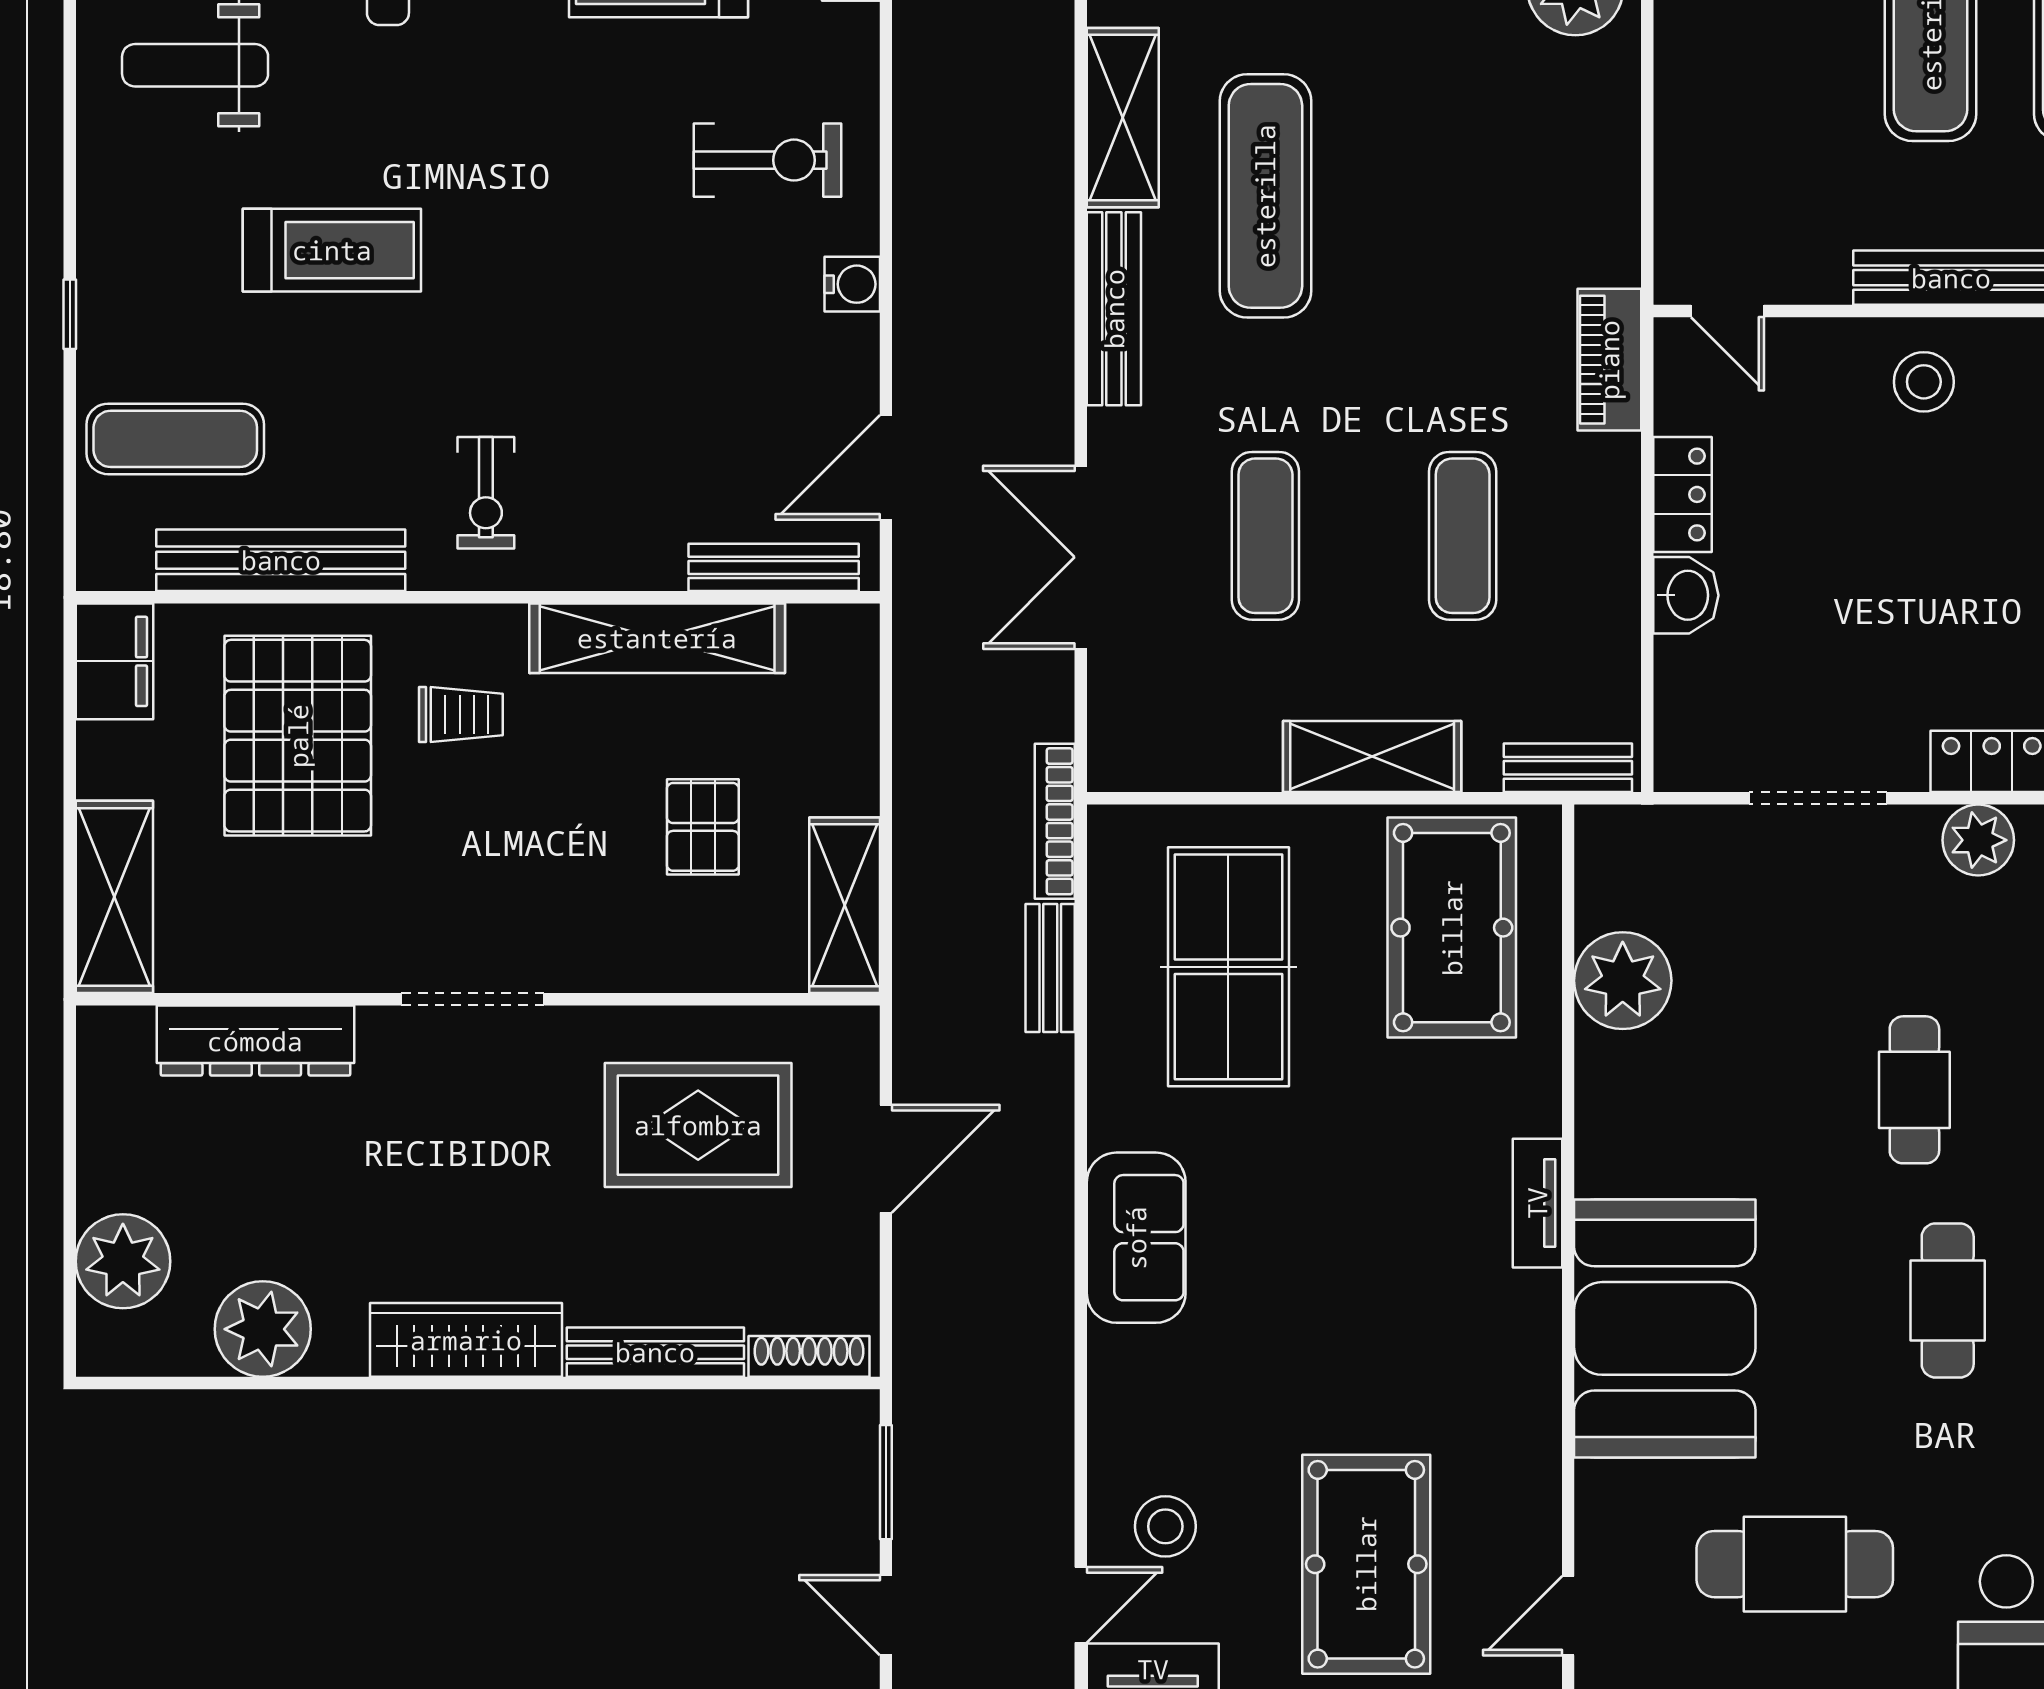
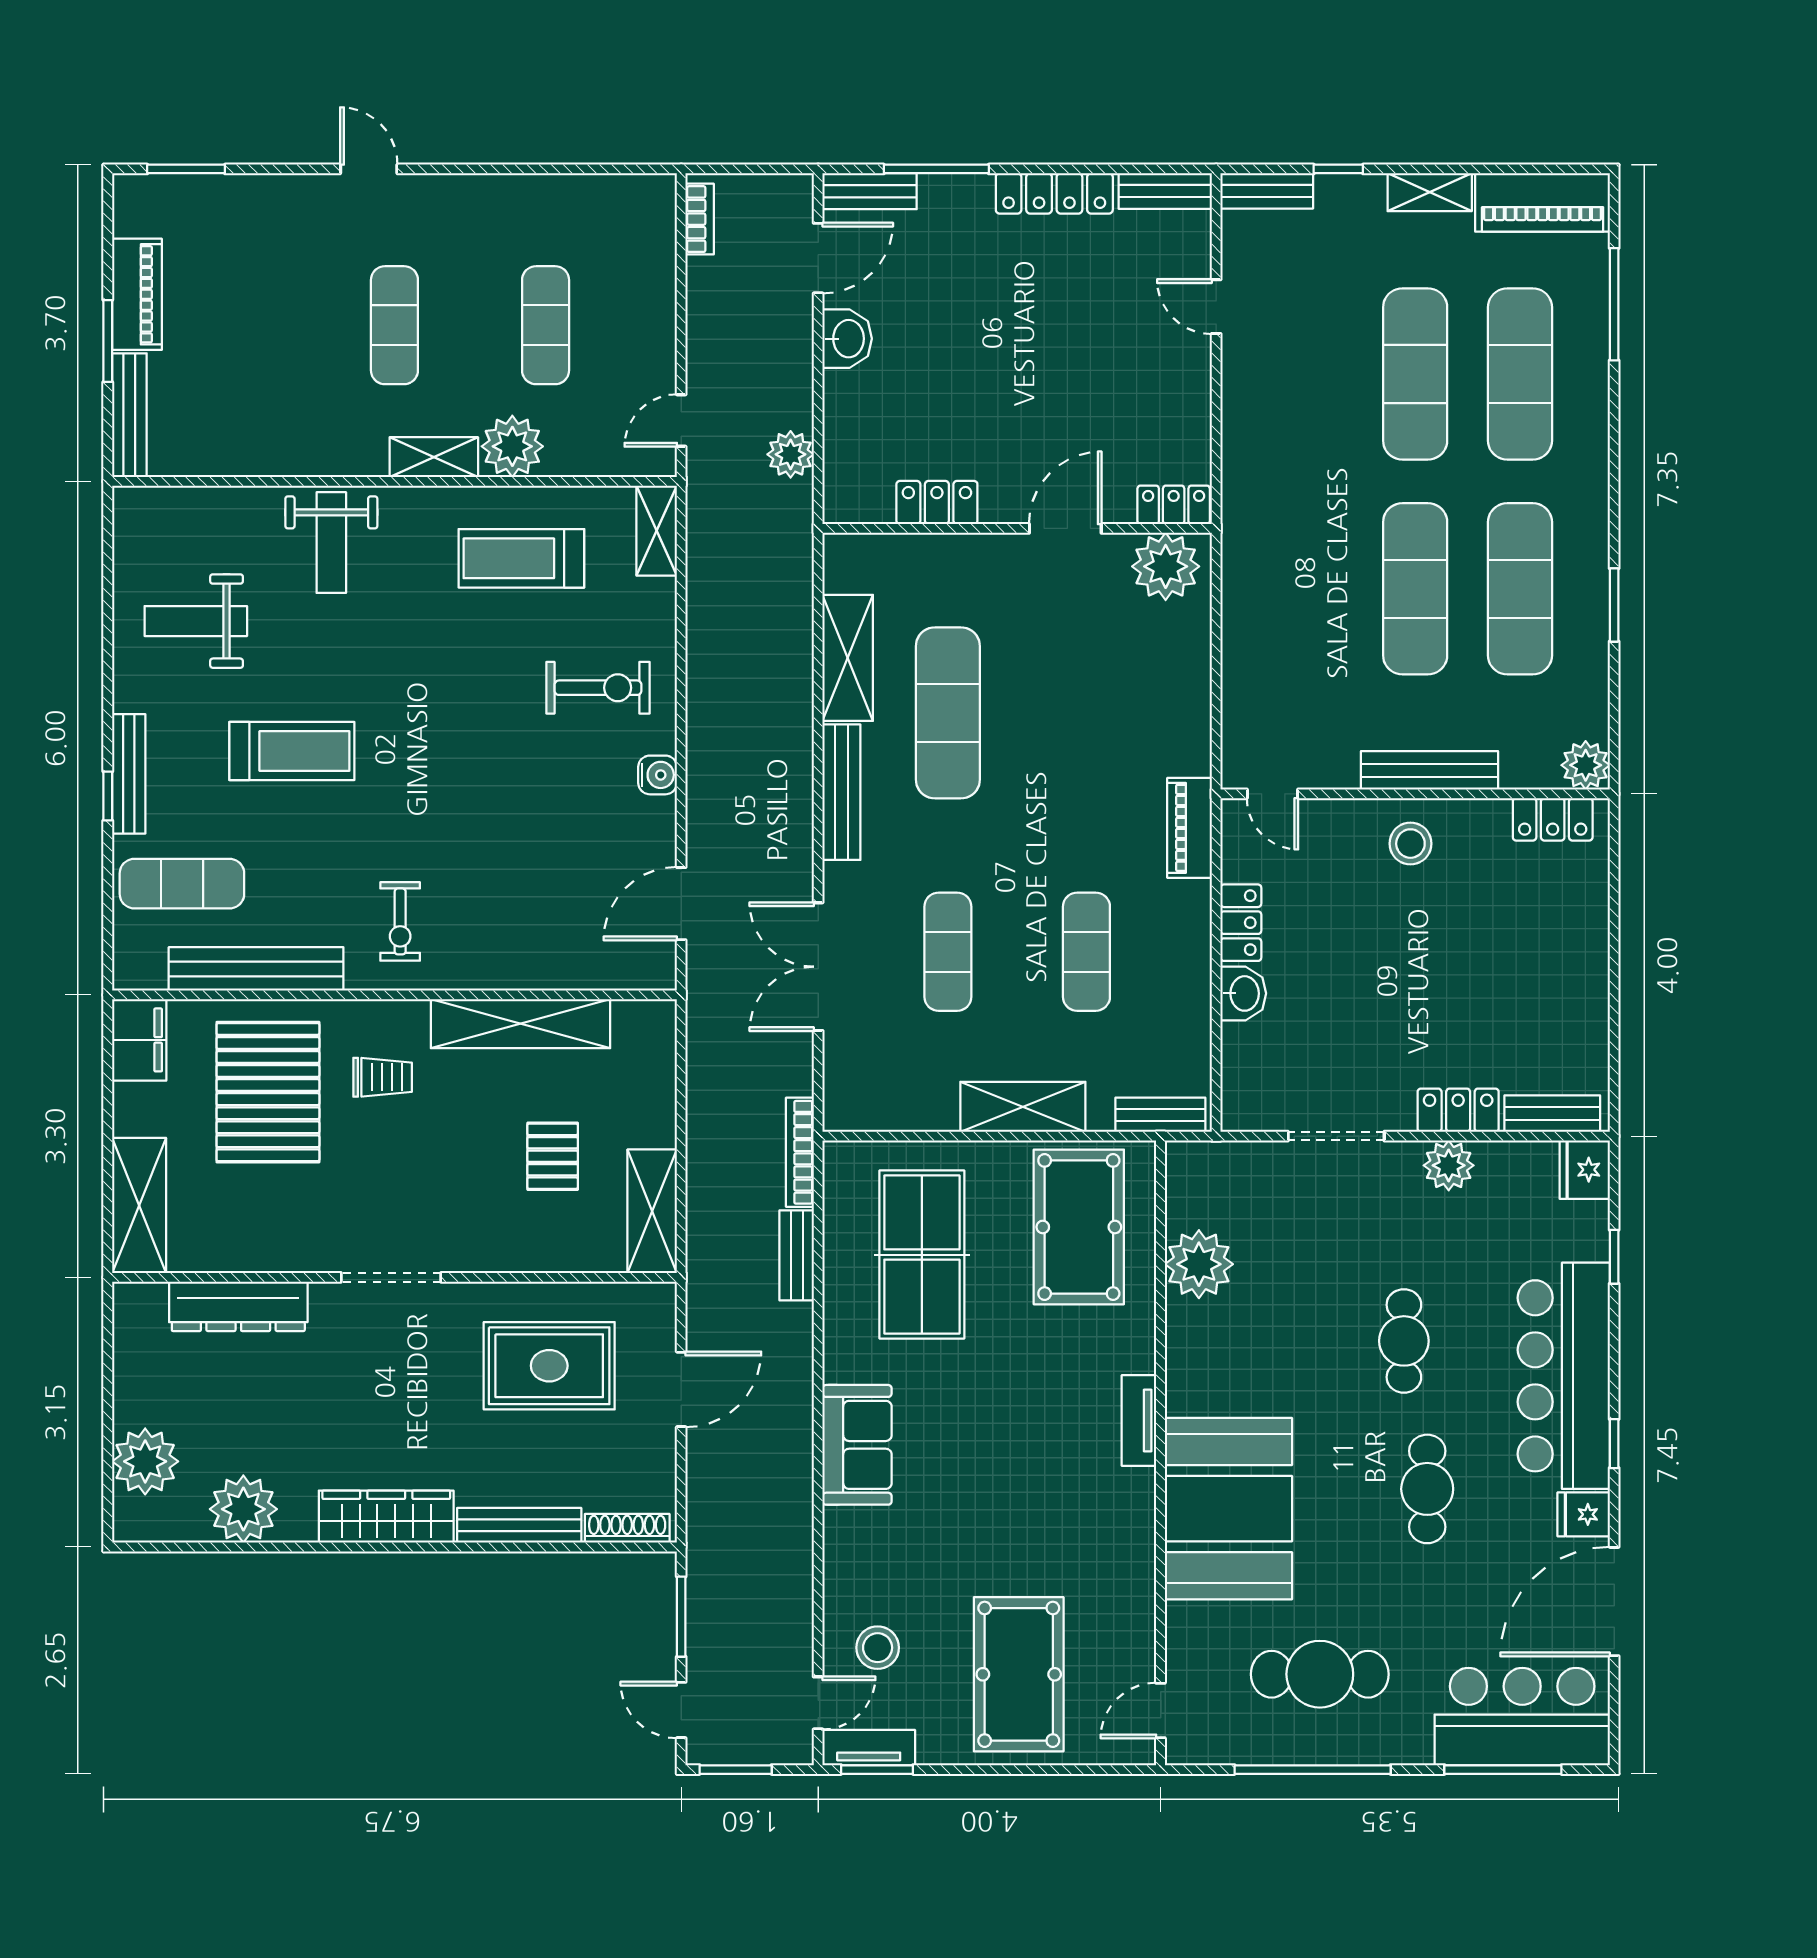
bench: (774, 567) -> (129, 774), moved, turned 90

